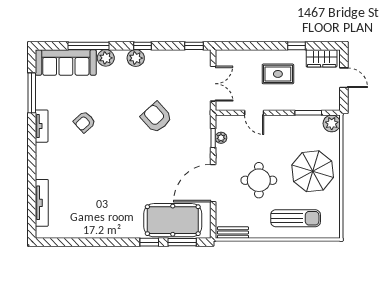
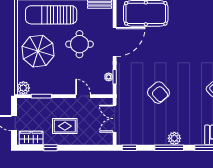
window: (142, 46) -> (169, 148), width x2.17
plant: (106, 58) -> (197, 138), removed
sun lounger: (296, 218) -> (51, 15), width x1.36, depth x1.34

